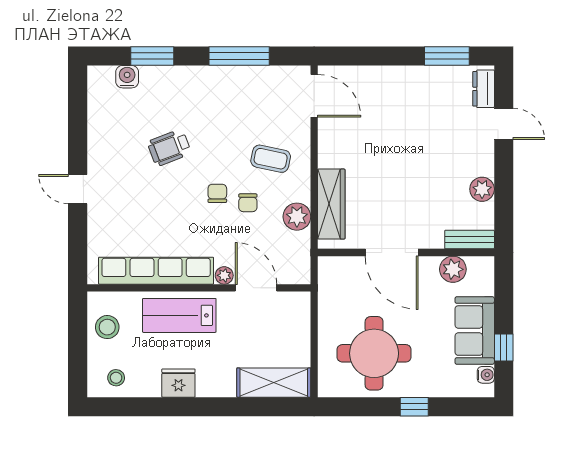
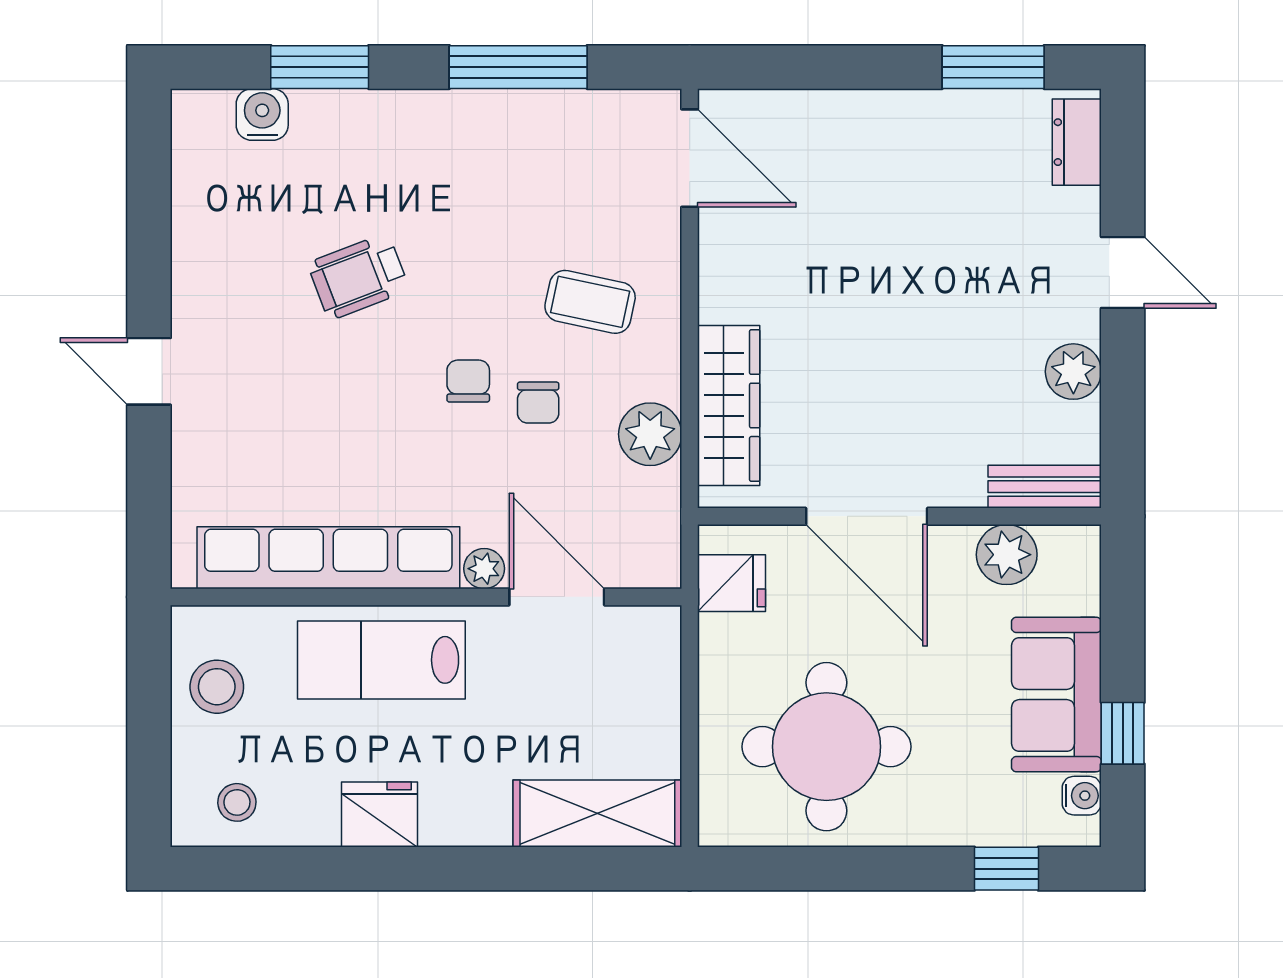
door: (504, 124) -> (1123, 273), moved
fridge: (333, 282) -> (732, 583), added
window: (414, 407) -> (1006, 869), moved

